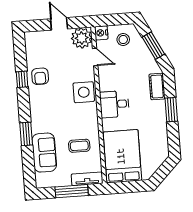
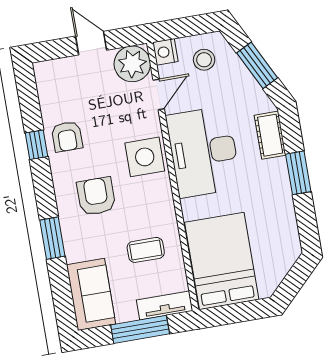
door: (95, 57) -> (159, 94), hinge flipped
desk: (114, 104) -> (203, 152), width x1.87, depth x1.30
armchair: (54, 112) -> (96, 196), added
sofa: (44, 153) -> (91, 294), moved

